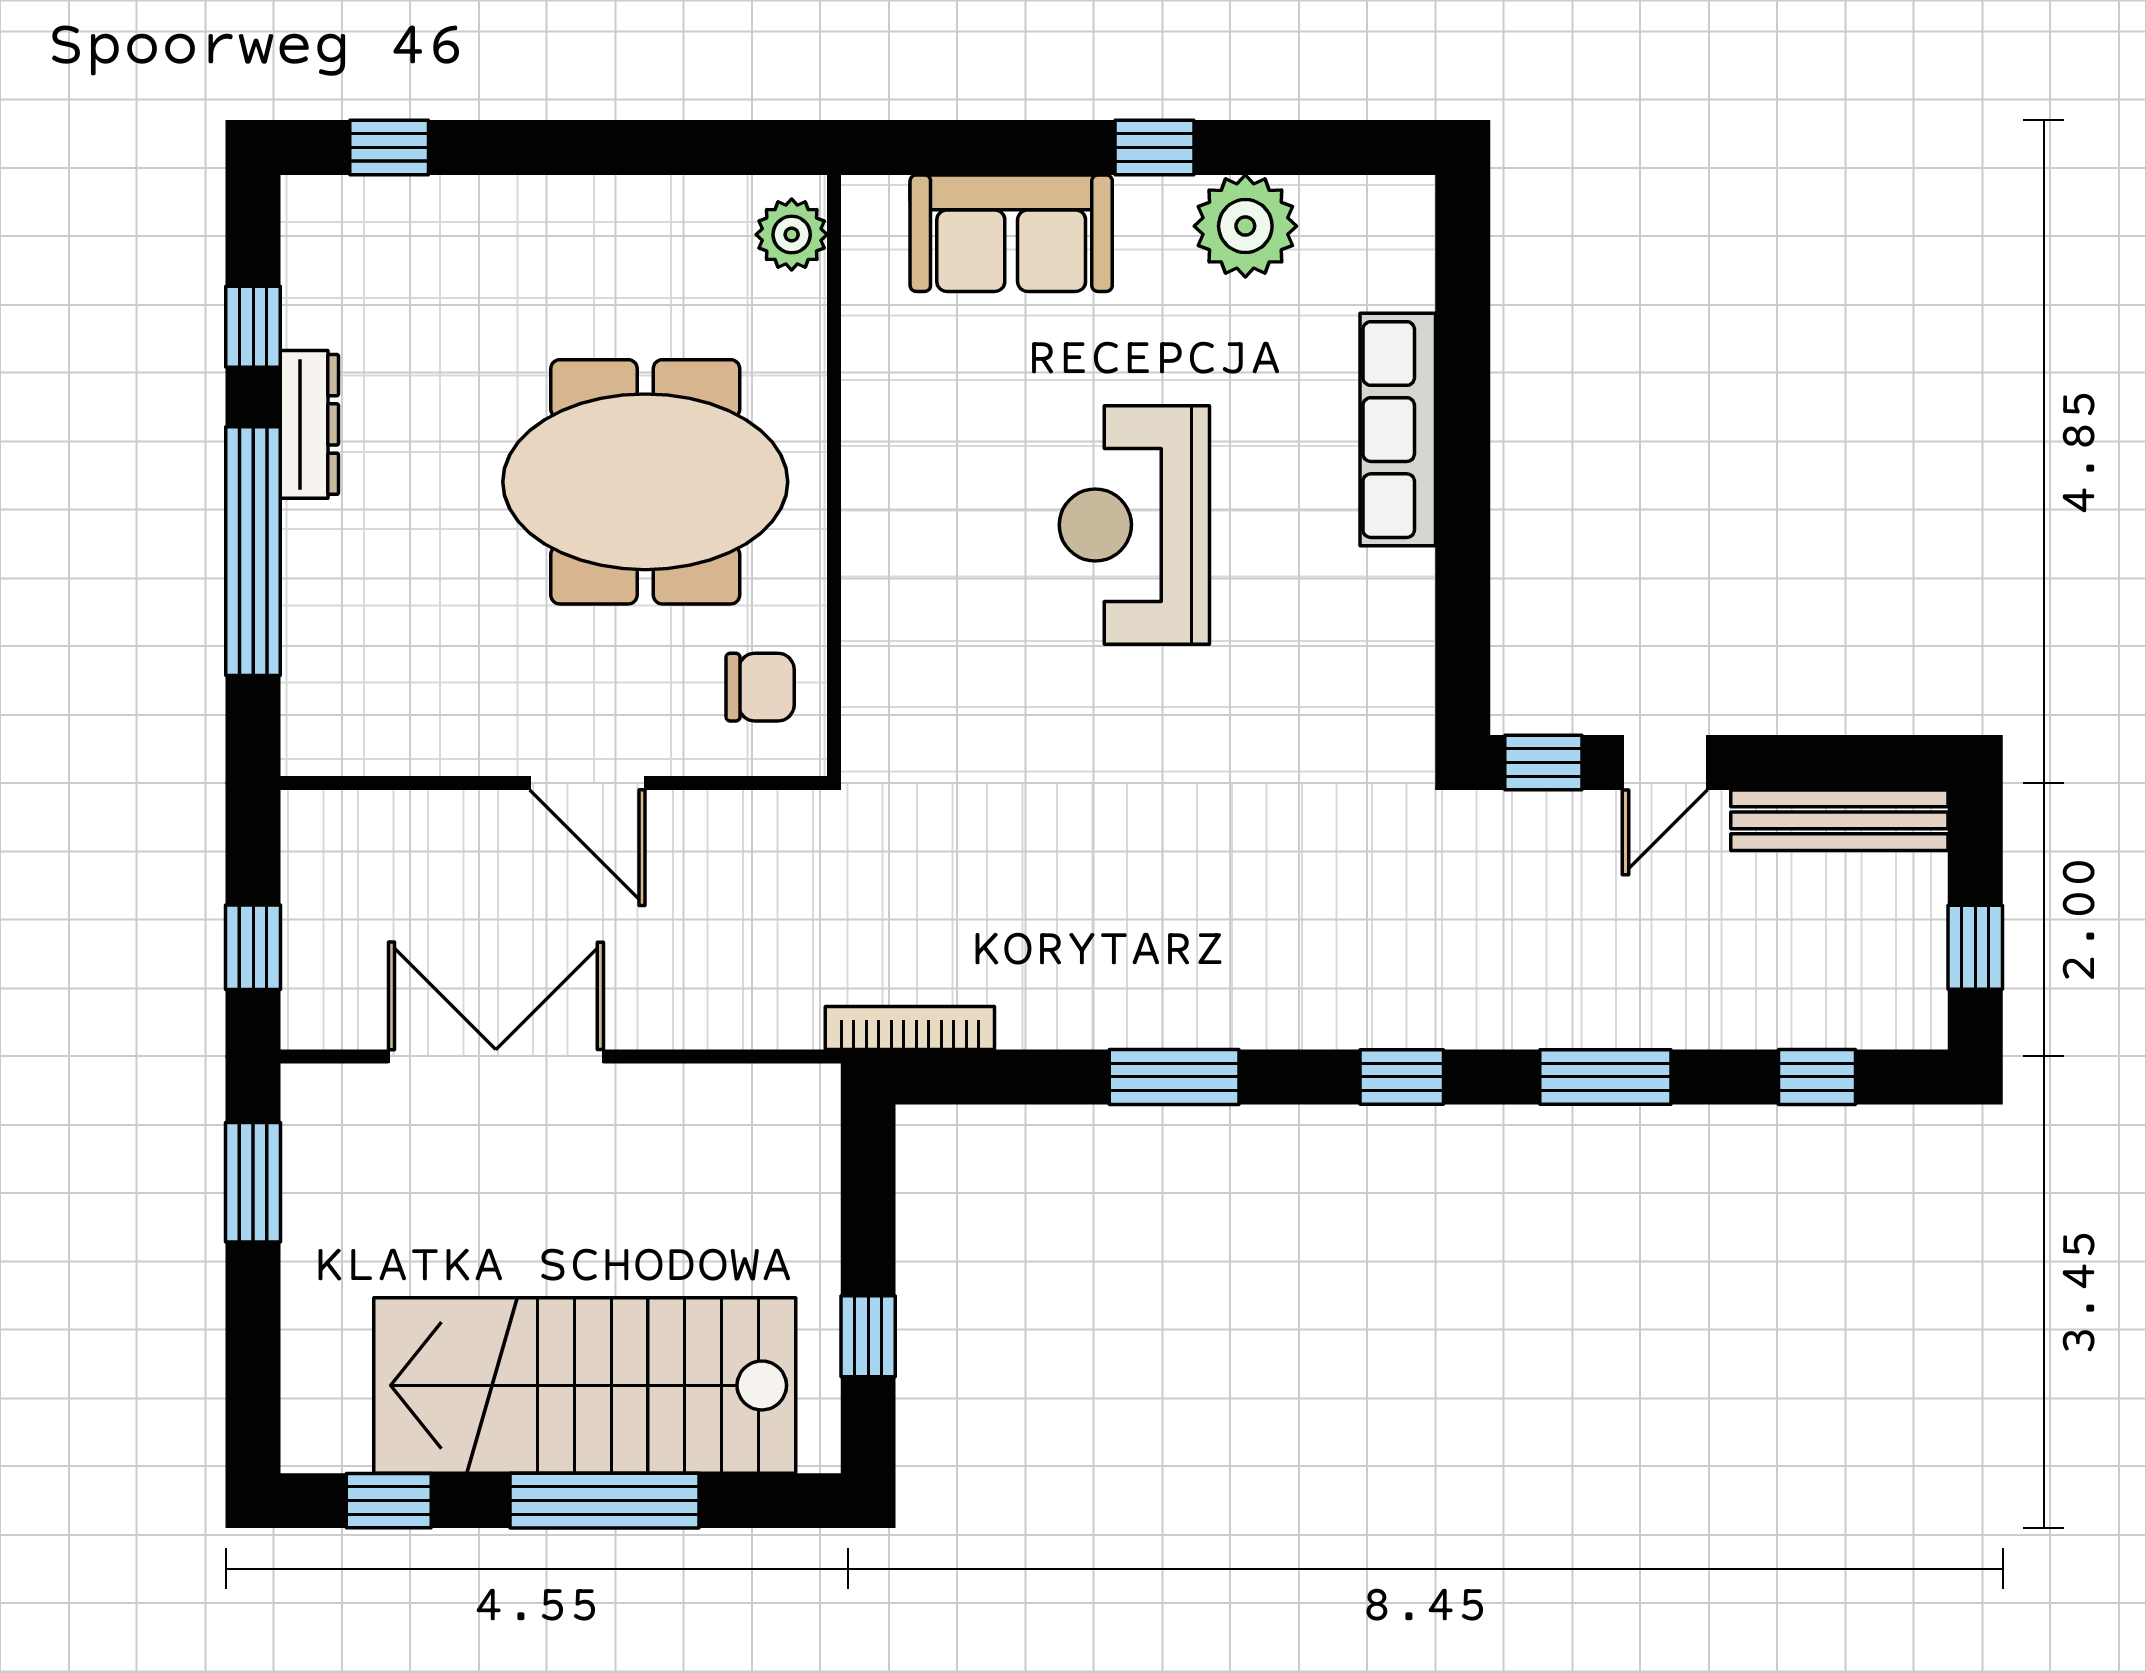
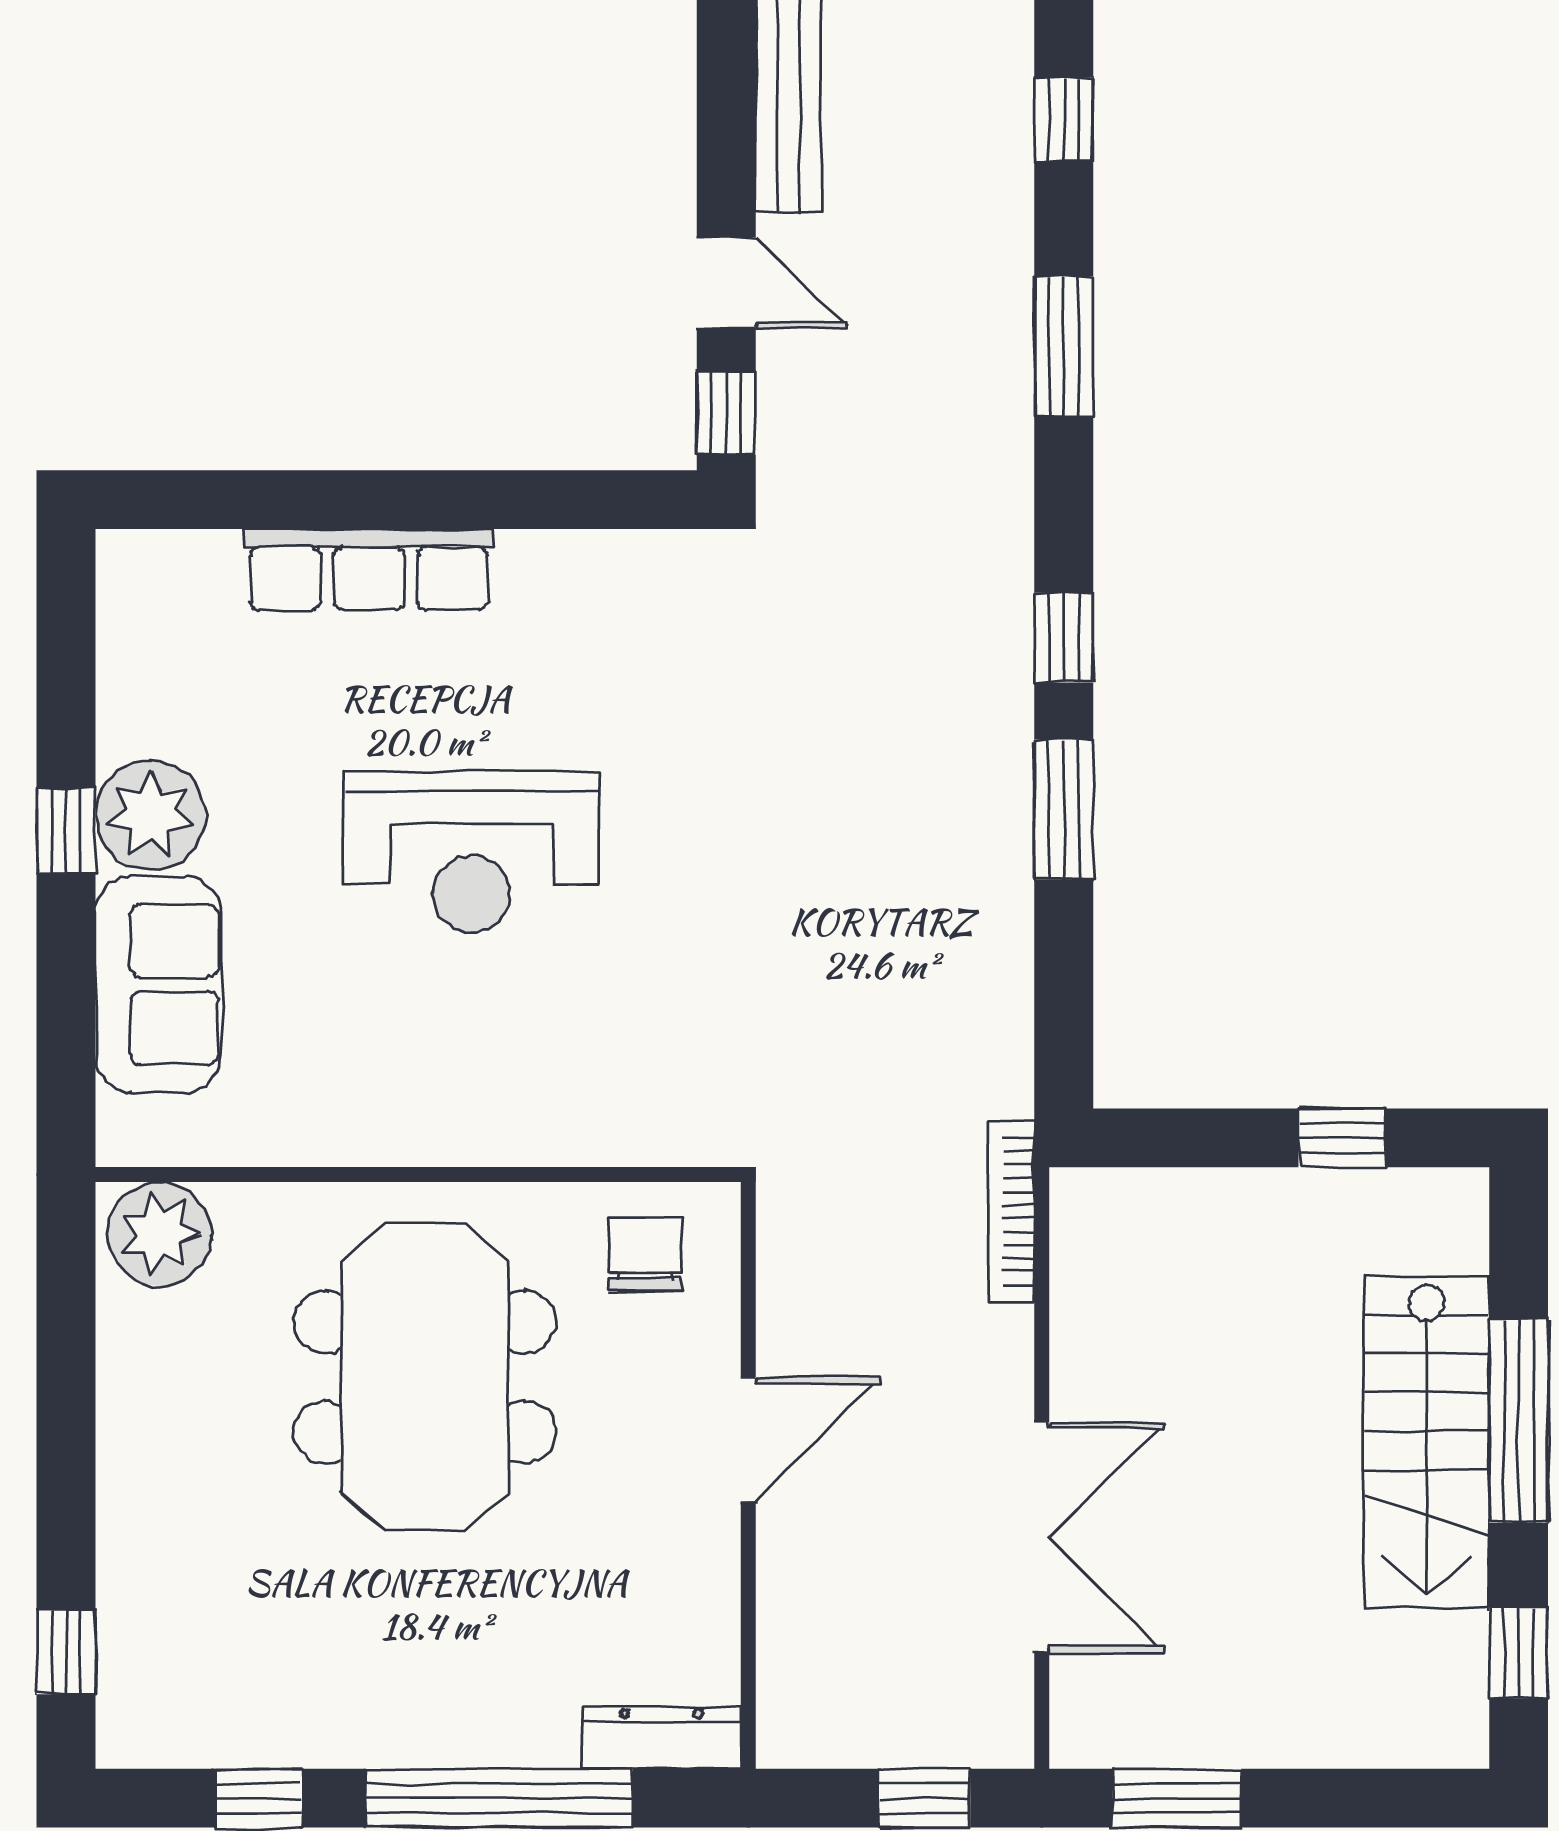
plant: (1245, 226) -> (150, 815), moved
plant: (792, 235) -> (159, 1234), width x1.36, depth x1.36
dresser: (309, 424) -> (662, 1738), moved
bookcase: (910, 1028) -> (1011, 1212), moved
double door: (496, 1056) -> (1042, 1537), swing flipped
window: (1402, 1077) -> (1064, 638), moved
stairs: (585, 1385) -> (1427, 1442), width x0.73, depth x0.66

